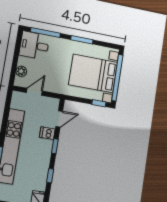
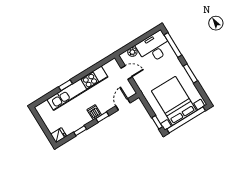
desk: (34, 45) -> (154, 48), width x1.37
door: (59, 119) -> (123, 104), swing flipped
dishwasher: (47, 133) -> (94, 112), moved

